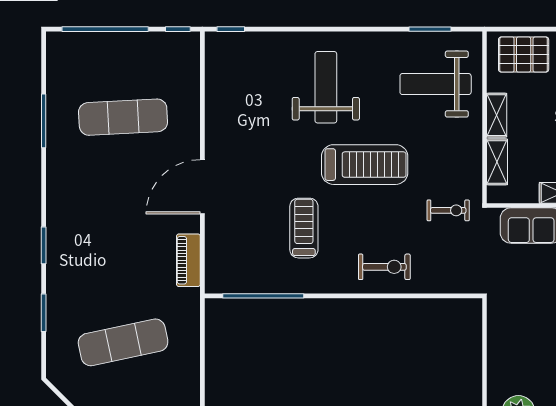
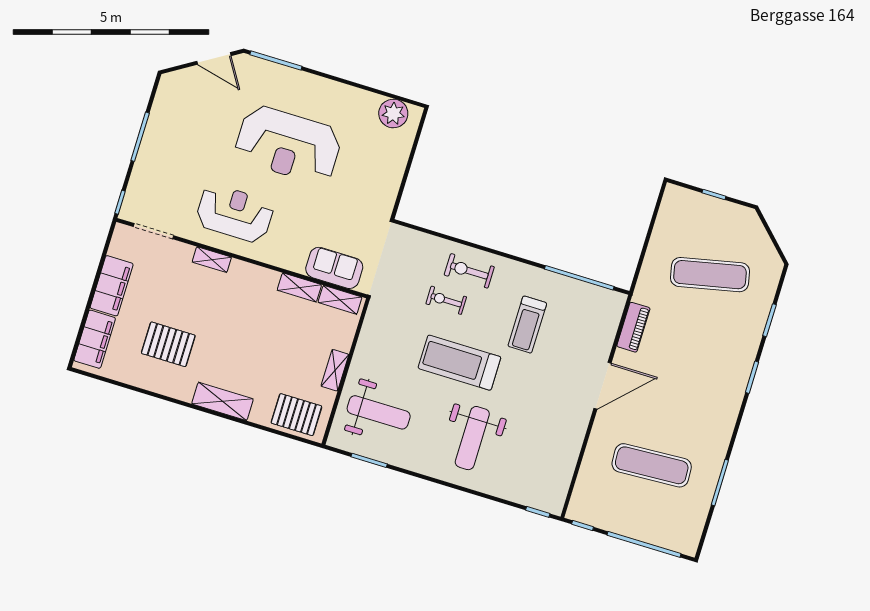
shelving: (497, 162) -> (340, 300), moved, turned 90
exercise bike: (448, 210) -> (446, 300), moved

